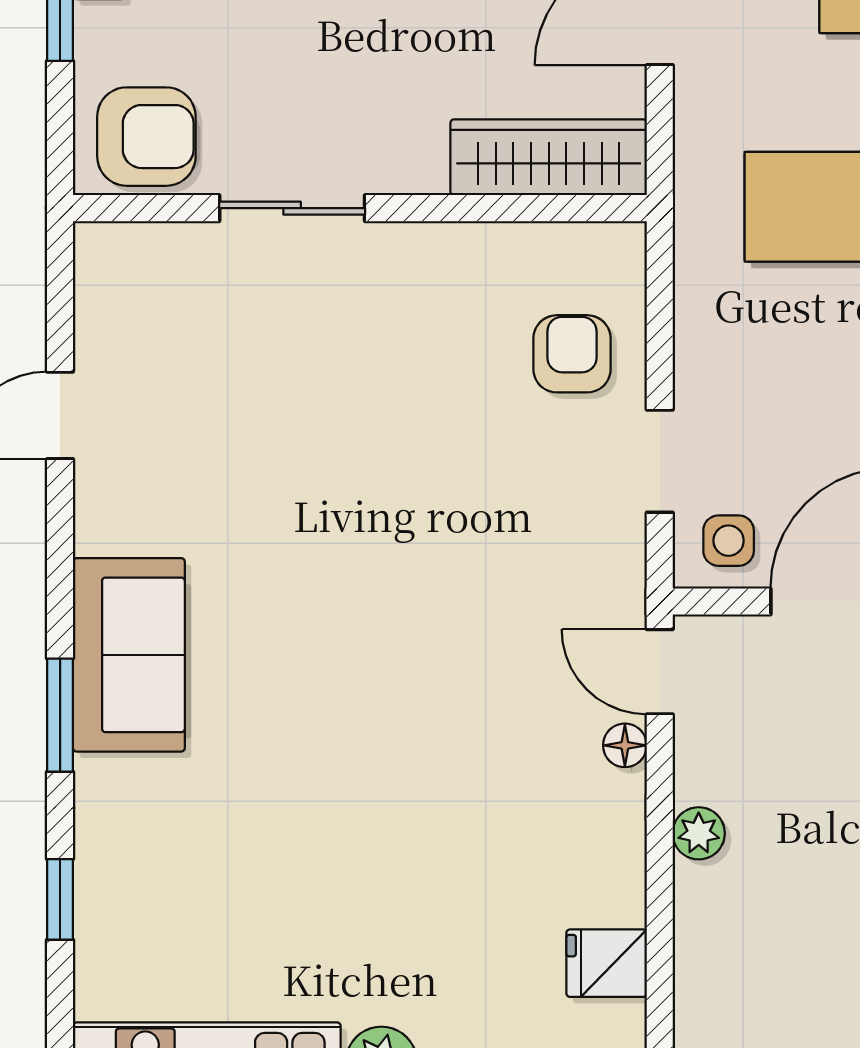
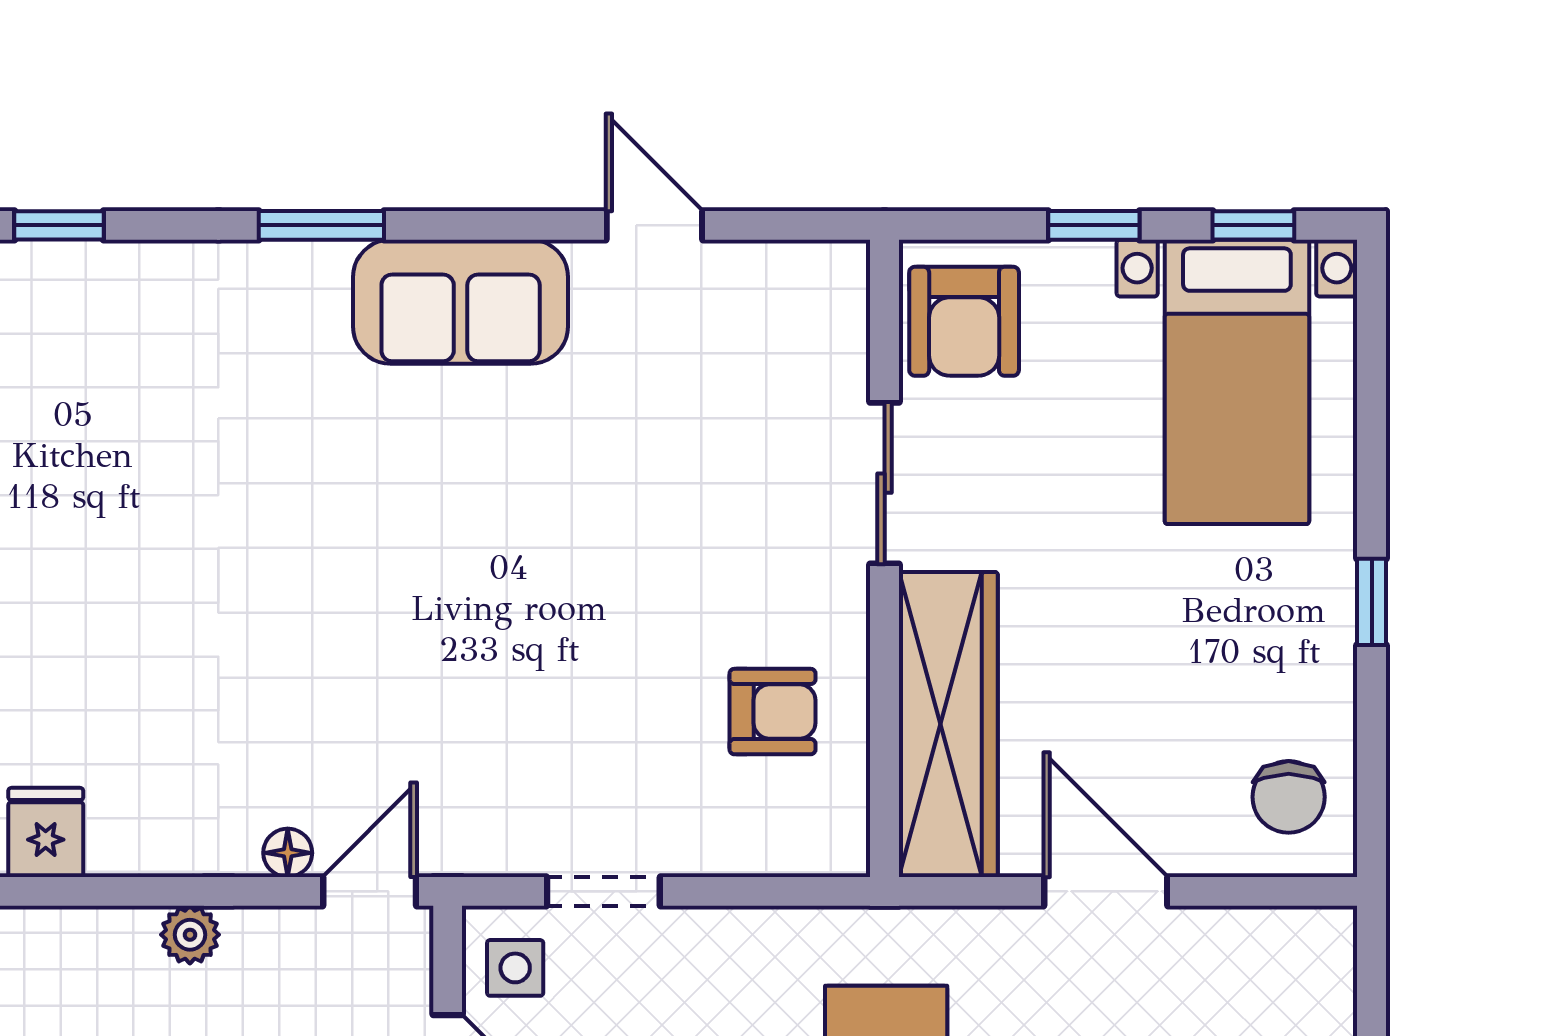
wardrobe: (549, 157) -> (948, 724), width x1.40, depth x1.17
armchair: (572, 354) -> (773, 712), moved
sofa: (129, 655) -> (461, 302), moved
window: (60, 899) -> (59, 225), moved

